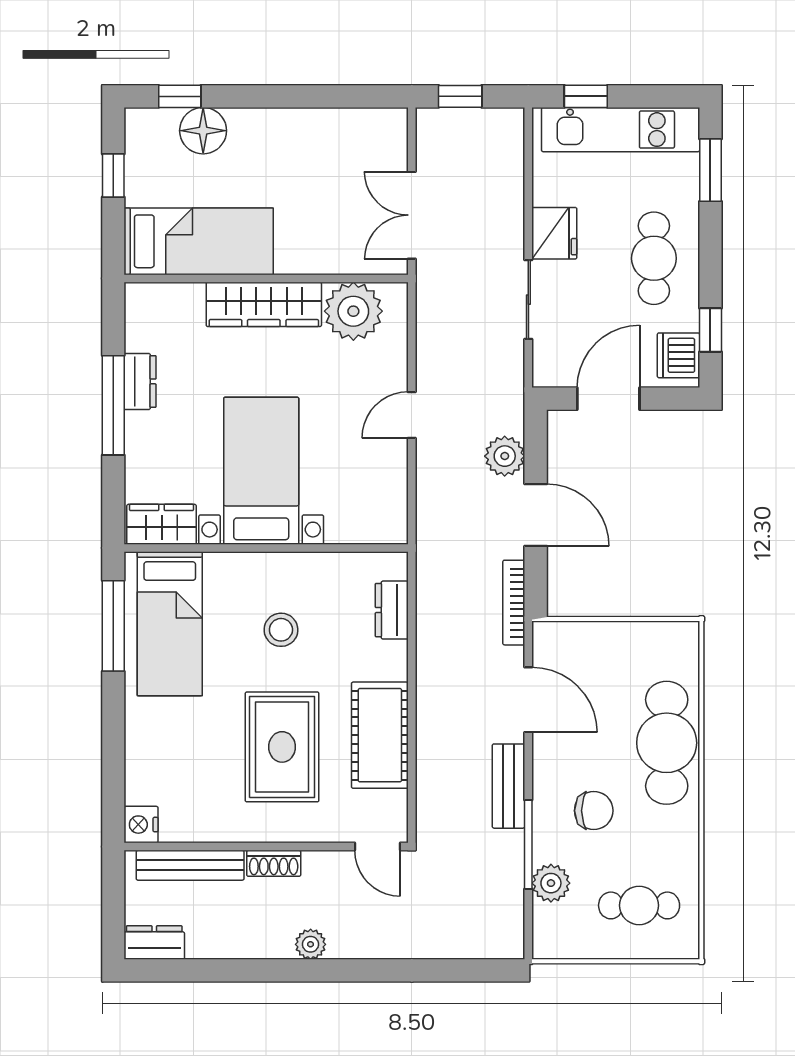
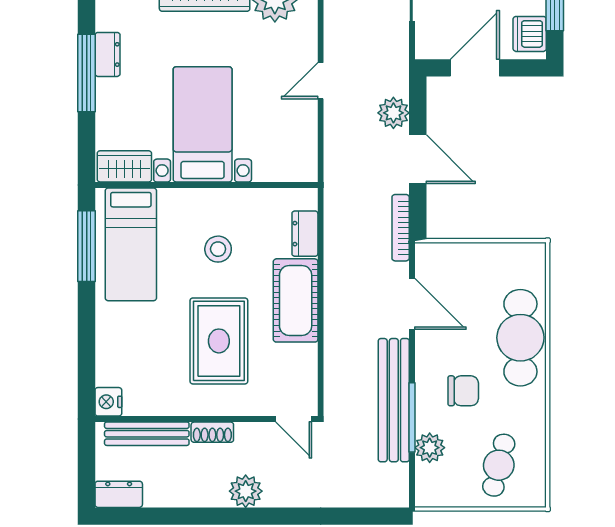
cot: (380, 735) -> (296, 300), moved
bench: (509, 786) -> (394, 400), width x1.86, depth x1.21
cafe table: (639, 905) -> (499, 465), turned -76
plant: (311, 944) -> (246, 491), width x1.38, depth x1.38

